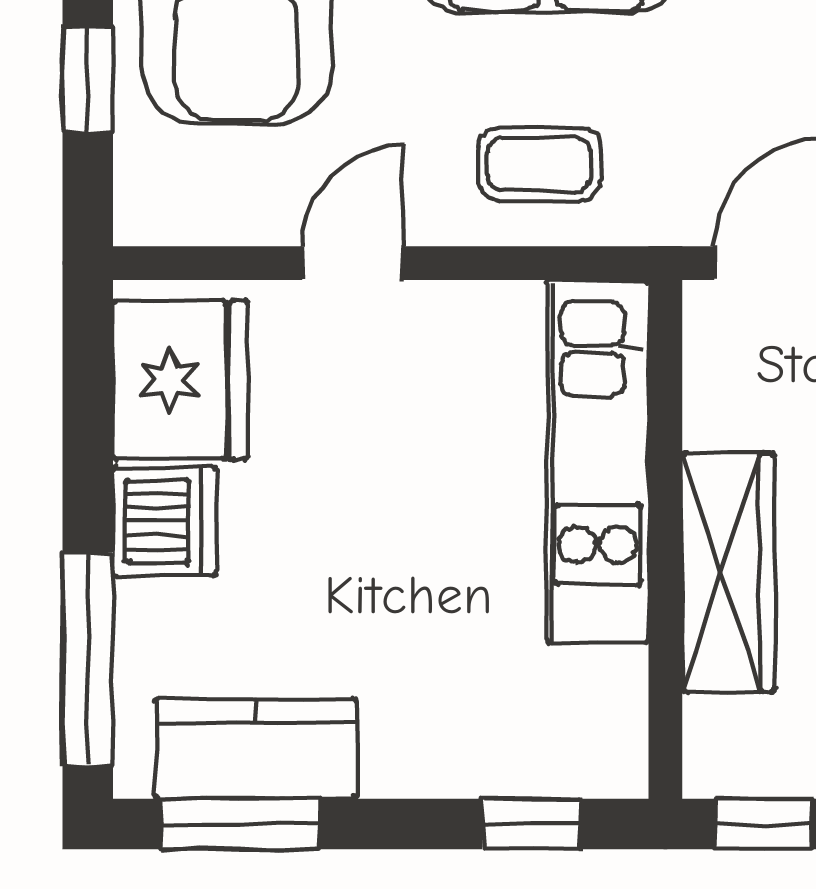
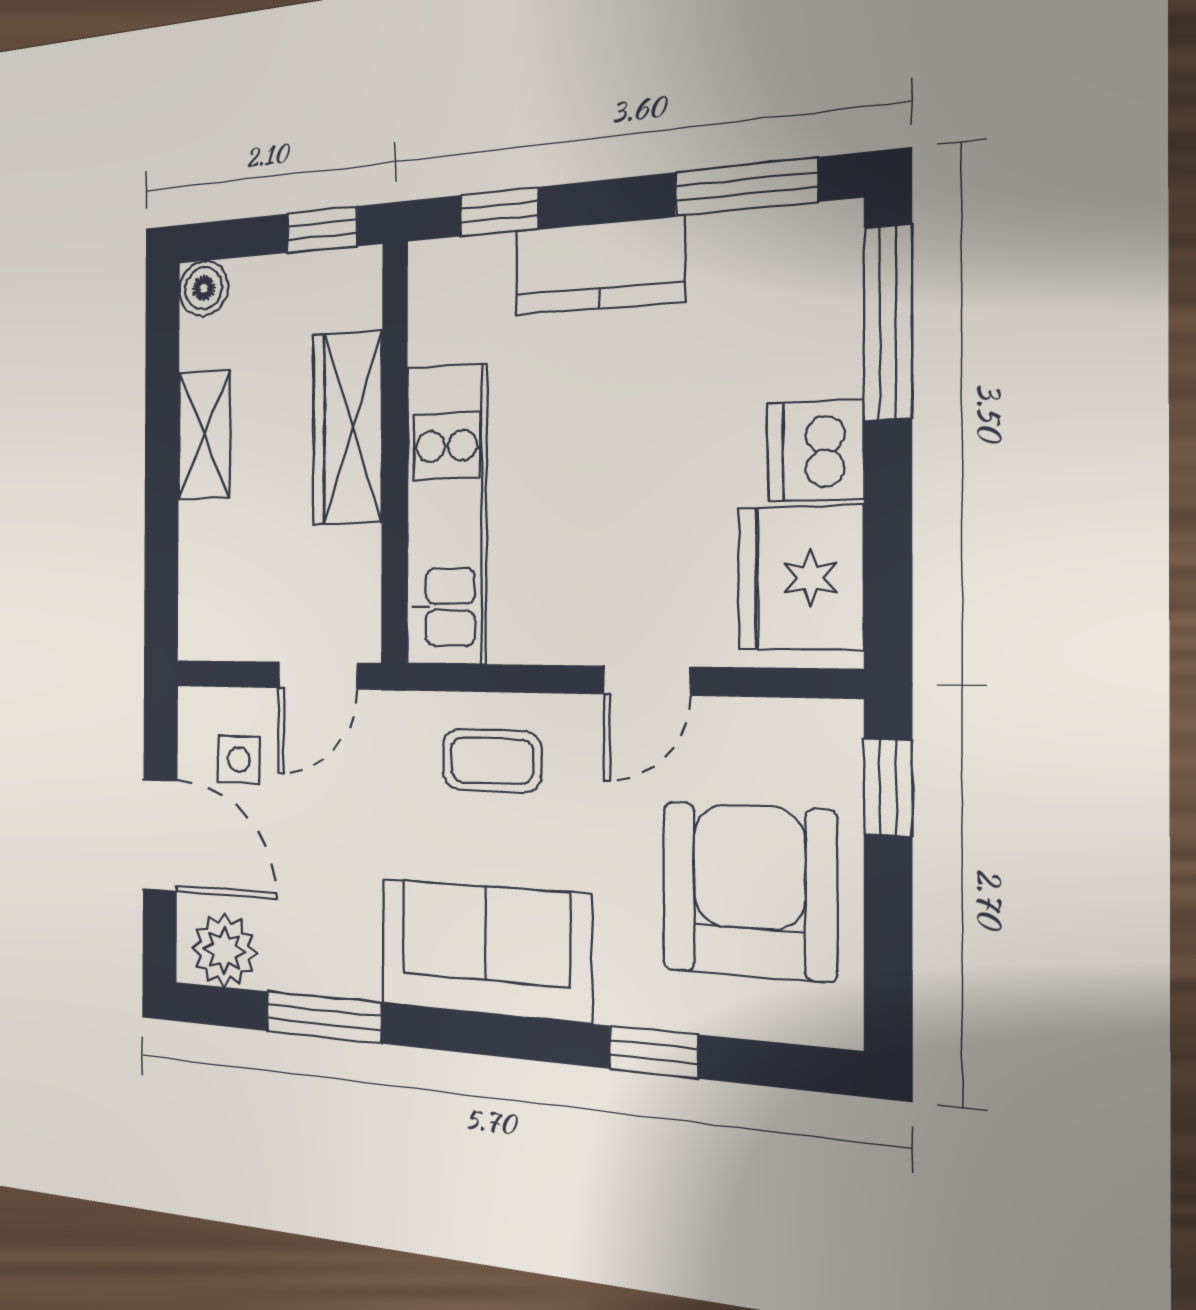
window: (88, 80) -> (888, 787), moved
kitchen counter: (256, 749) -> (599, 266), moved

